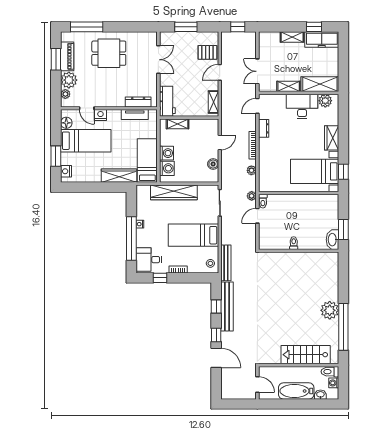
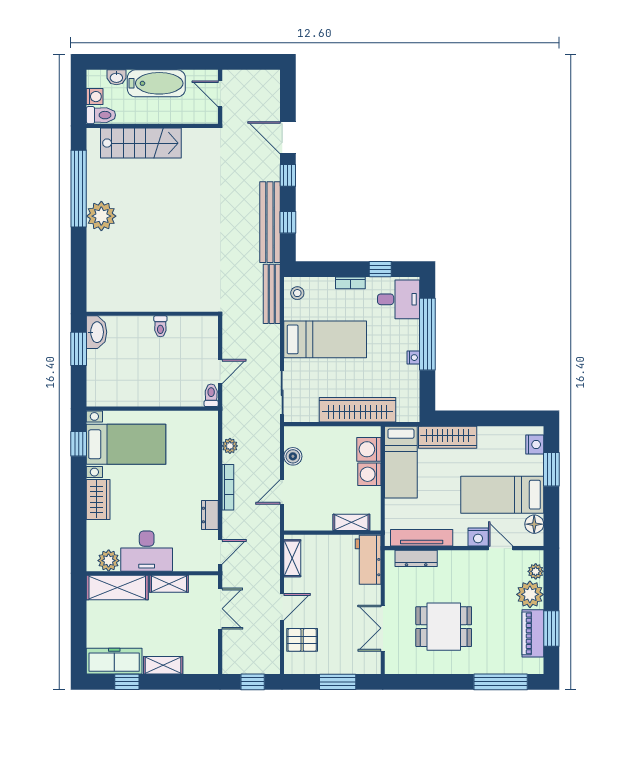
dining table: (109, 53) -> (444, 627), moved
tv unit: (135, 114) -> (422, 538), width x1.41
plant: (252, 196) -> (230, 404), removed

